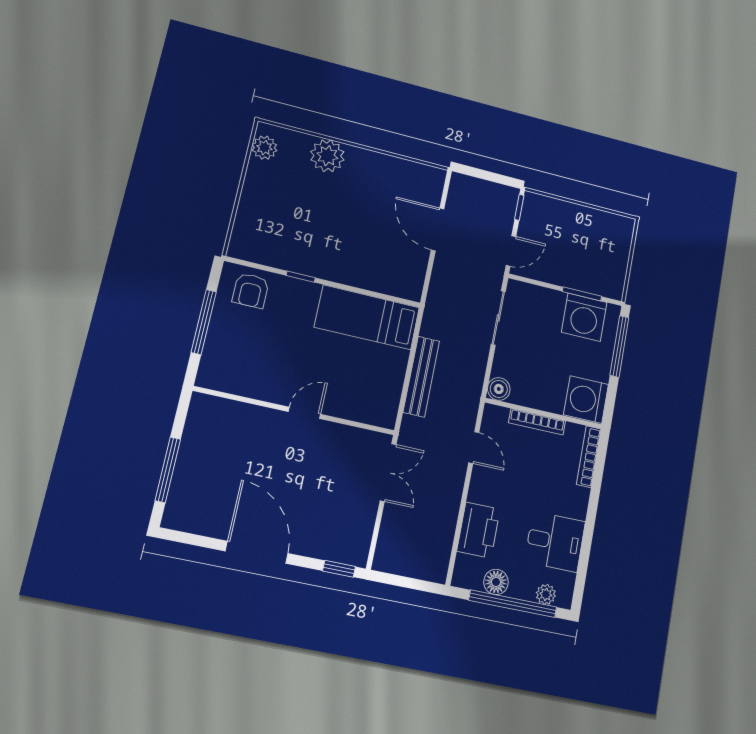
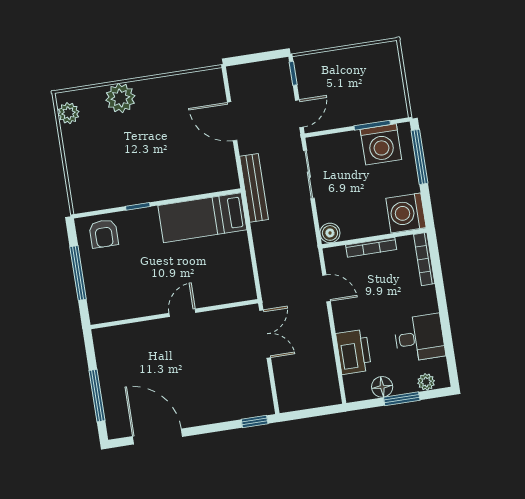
bench: (421, 377) -> (254, 188), moved
door: (257, 552) -> (158, 436), moved
window: (513, 604) -> (402, 399), width x0.47

